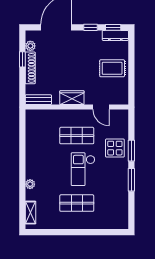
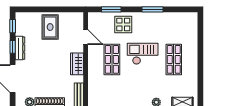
dresser: (115, 35) -> (20, 48), moved
door: (101, 107) -> (86, 37), hinge flipped
window: (131, 151) -> (111, 9), moved
checkout: (83, 169) -> (143, 54), turned 180

